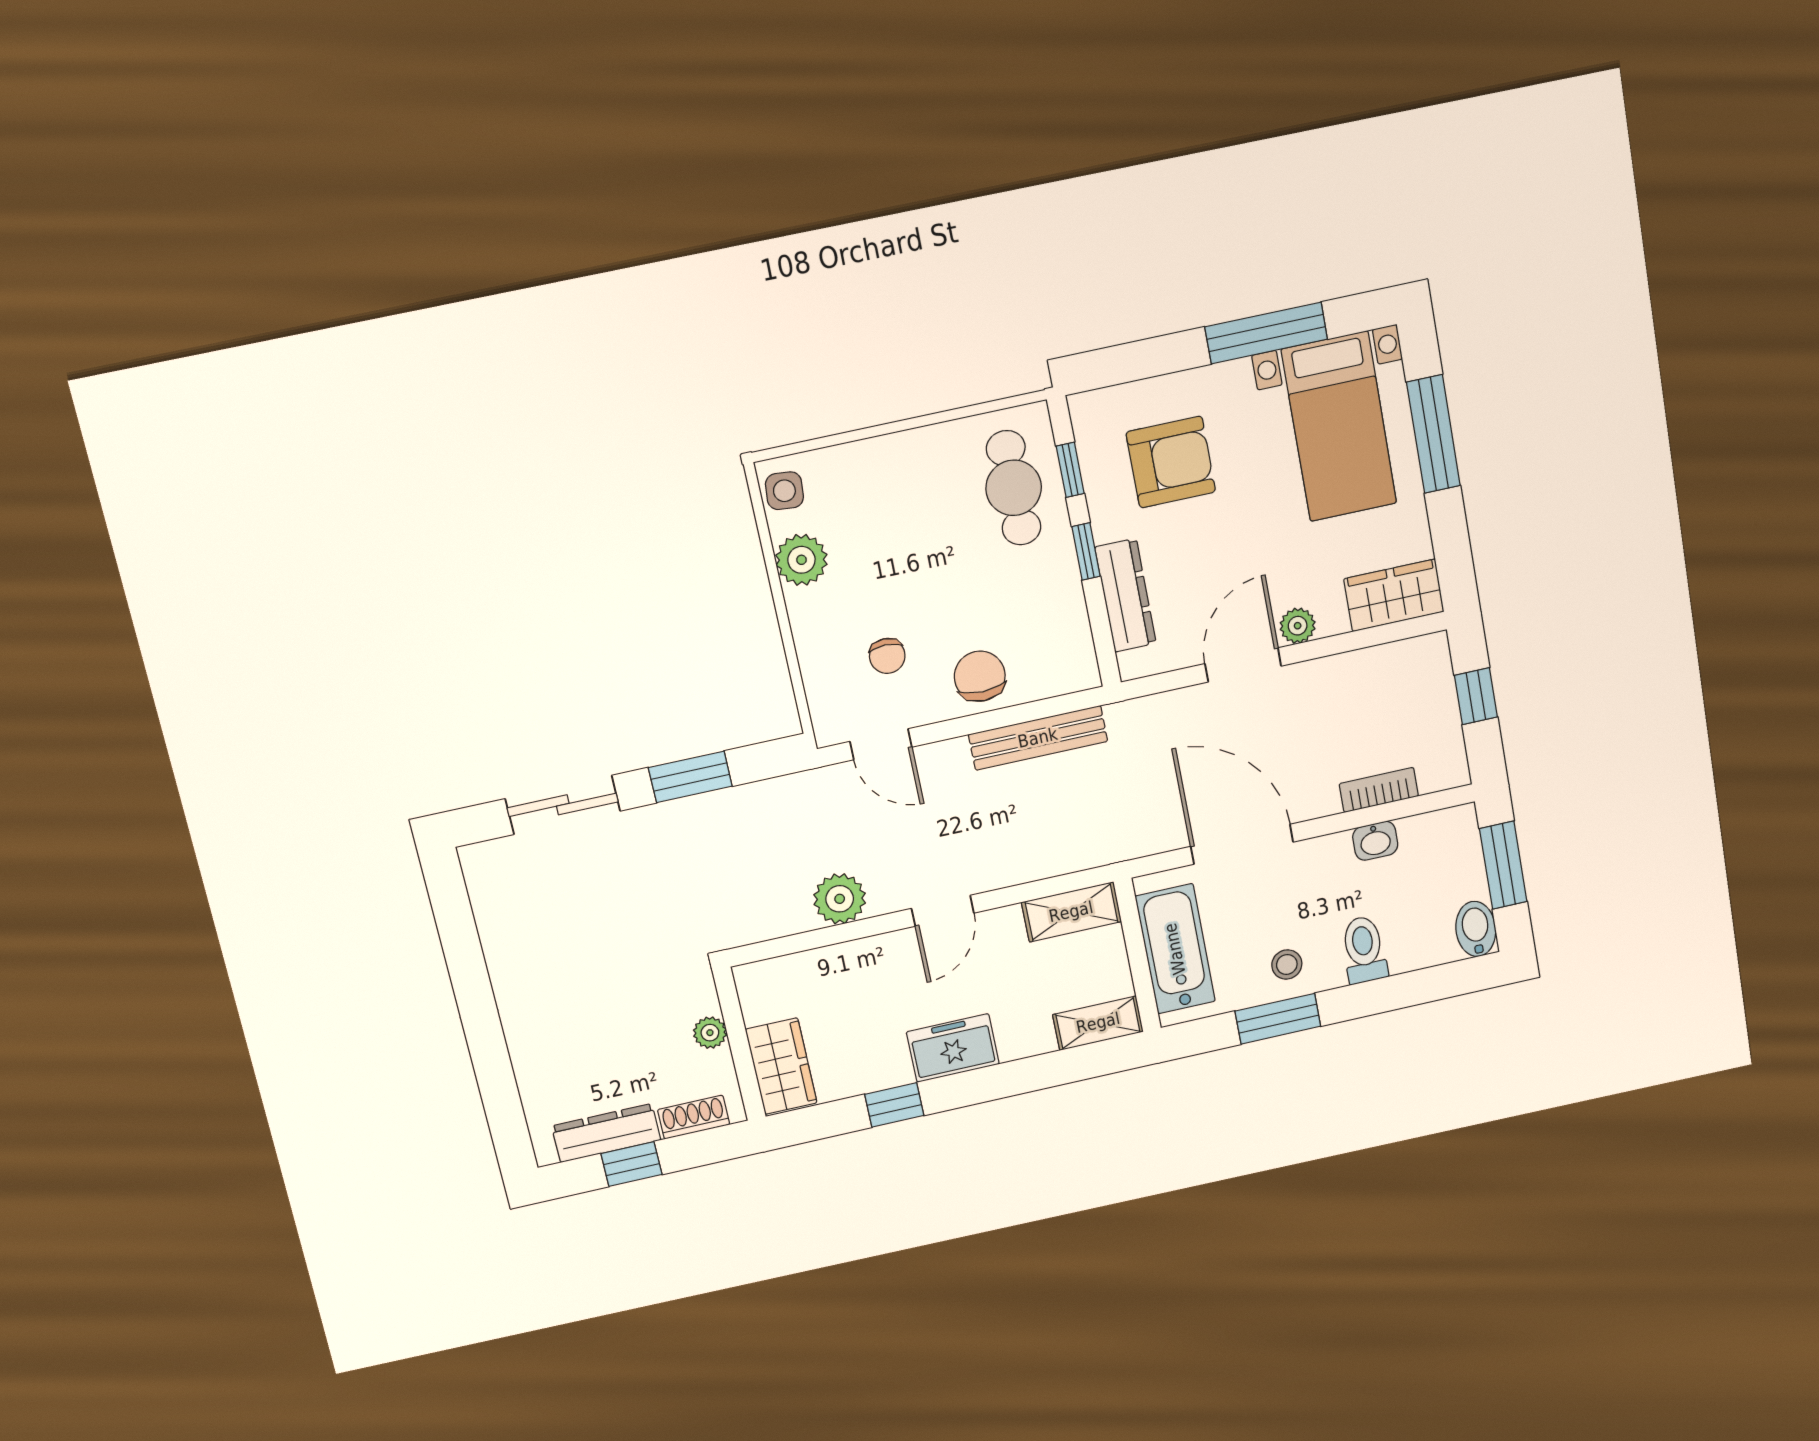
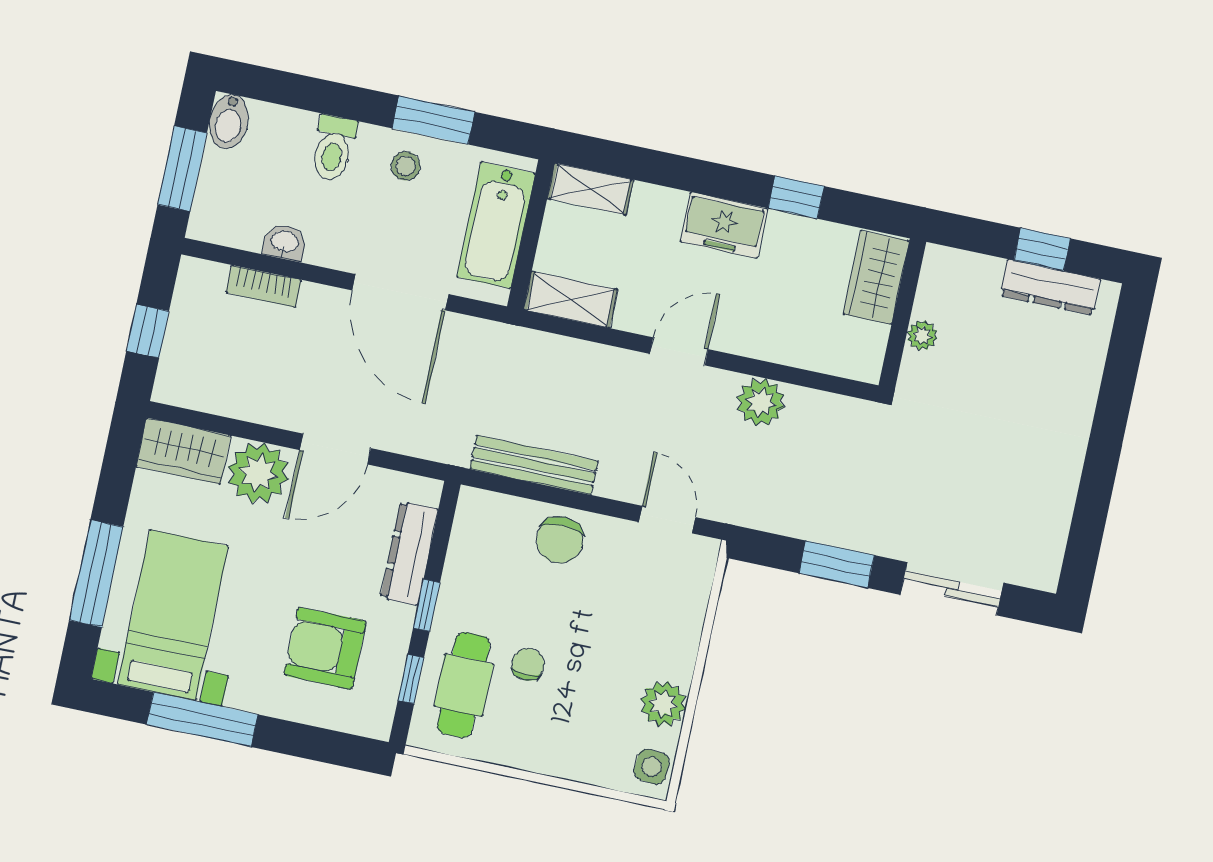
plant: (1298, 626) -> (258, 473), width x1.87, depth x1.87
chair: (887, 656) -> (528, 664), moved
shoe rack: (694, 1117) -> (970, 267), removed

